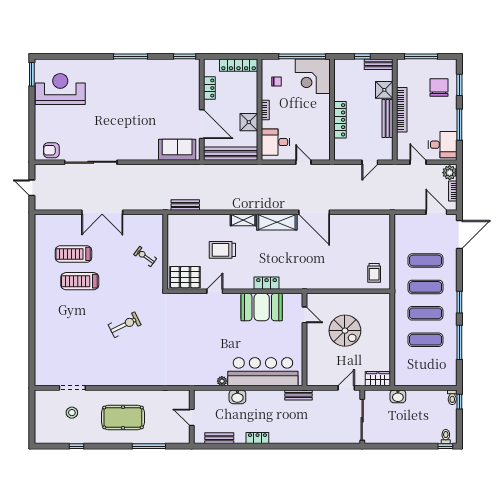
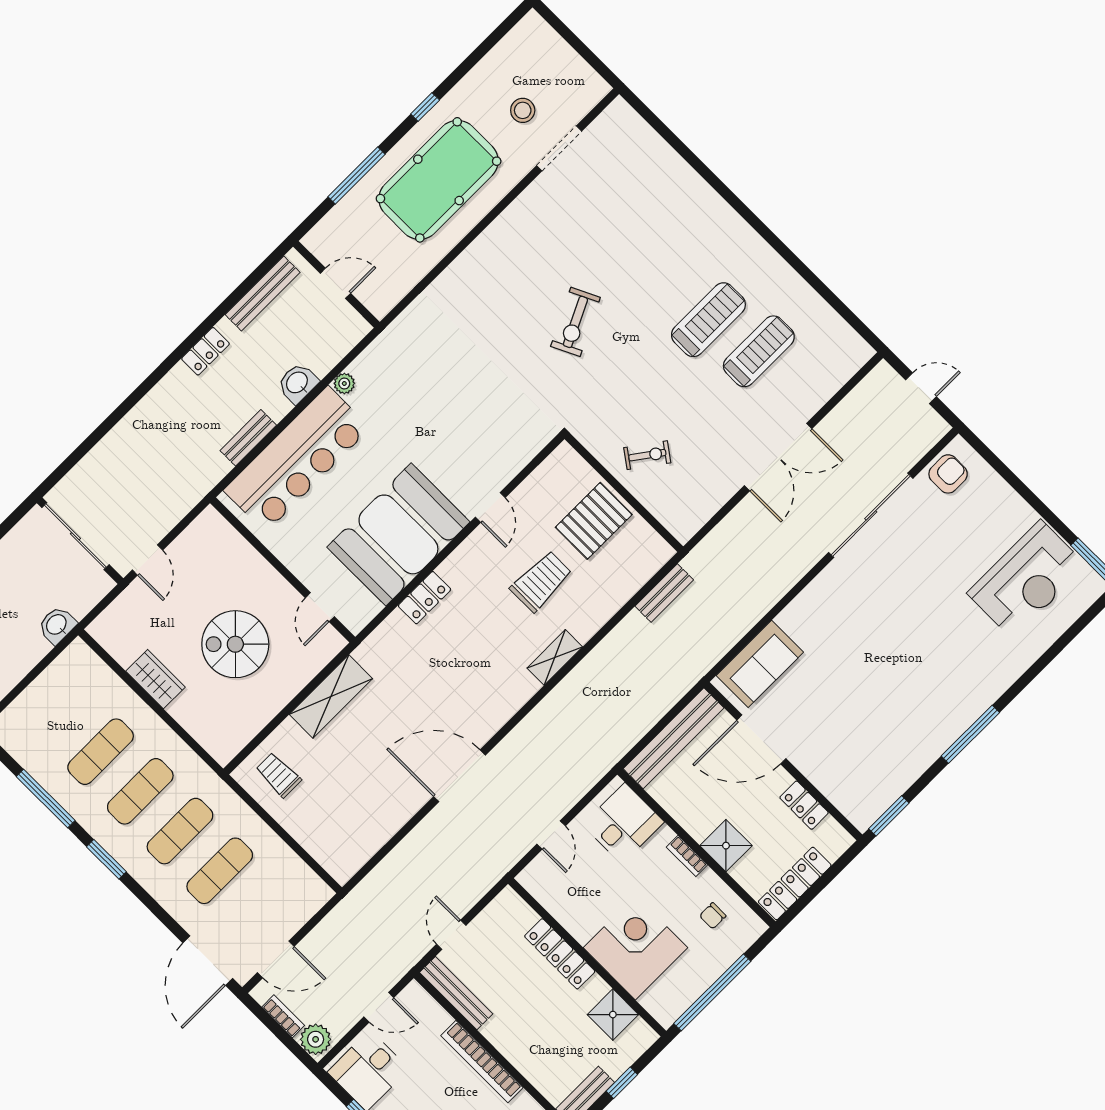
corner desk: (313, 76) -> (635, 948), moved
shower: (384, 90) -> (613, 1015), moved
bench: (388, 119) -> (456, 993), moved
shower: (249, 122) -> (726, 846), moved
door: (303, 162) -> (551, 835), hinge flipped
double door: (102, 212) -> (778, 457), swing flipped
shelving: (277, 222) -> (331, 696), moved
pallet: (185, 277) -> (594, 521), moved
booth: (262, 307) -> (398, 534), width x1.36, depth x1.42
door: (305, 315) -> (320, 607), hinge flipped
wardrobe: (378, 379) -> (155, 679), moved, turned -90
bench: (299, 395) -> (248, 438), moved
pool table: (123, 417) -> (439, 180), width x1.36, depth x1.32
bench: (219, 438) -> (263, 294), width x1.36
window: (77, 446) -> (425, 107), moved

